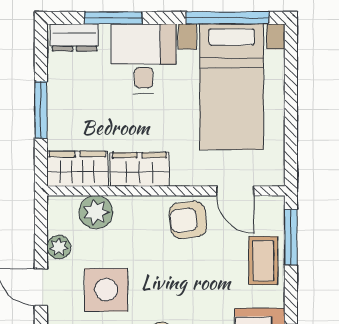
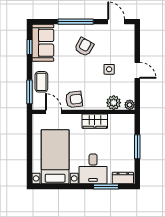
window: (227, 18) -> (57, 186), removed
wardrobe: (77, 169) -> (122, 121), removed
plant: (59, 247) -> (130, 105), moved
side table: (106, 290) -> (109, 69), width x0.54, depth x0.54

